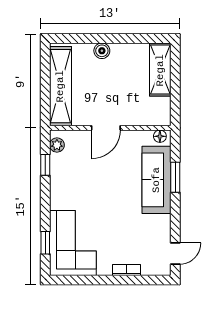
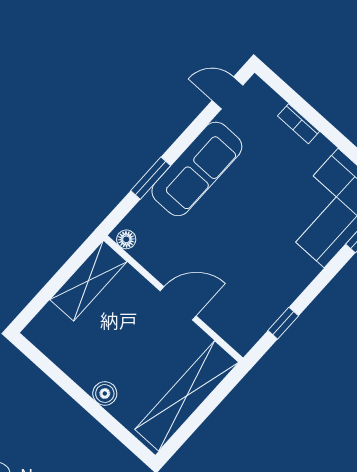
shelving: (160, 70) -> (88, 281), moved
plant: (57, 145) -> (250, 334), removed
sofa: (156, 180) -> (197, 169), moved

